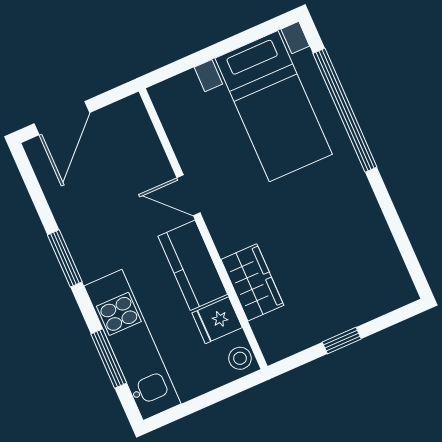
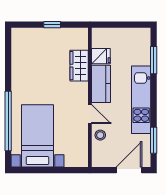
window: (65, 258) -> (154, 140), moved
kitchen unit: (132, 345) -> (141, 100), moved
stool: (240, 358) -> (100, 135), moved

